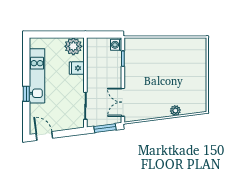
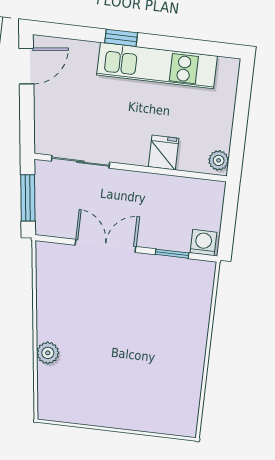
plant: (73, 46) -> (219, 160), width x0.53, depth x0.53
double door: (123, 102) -> (105, 246), moved

